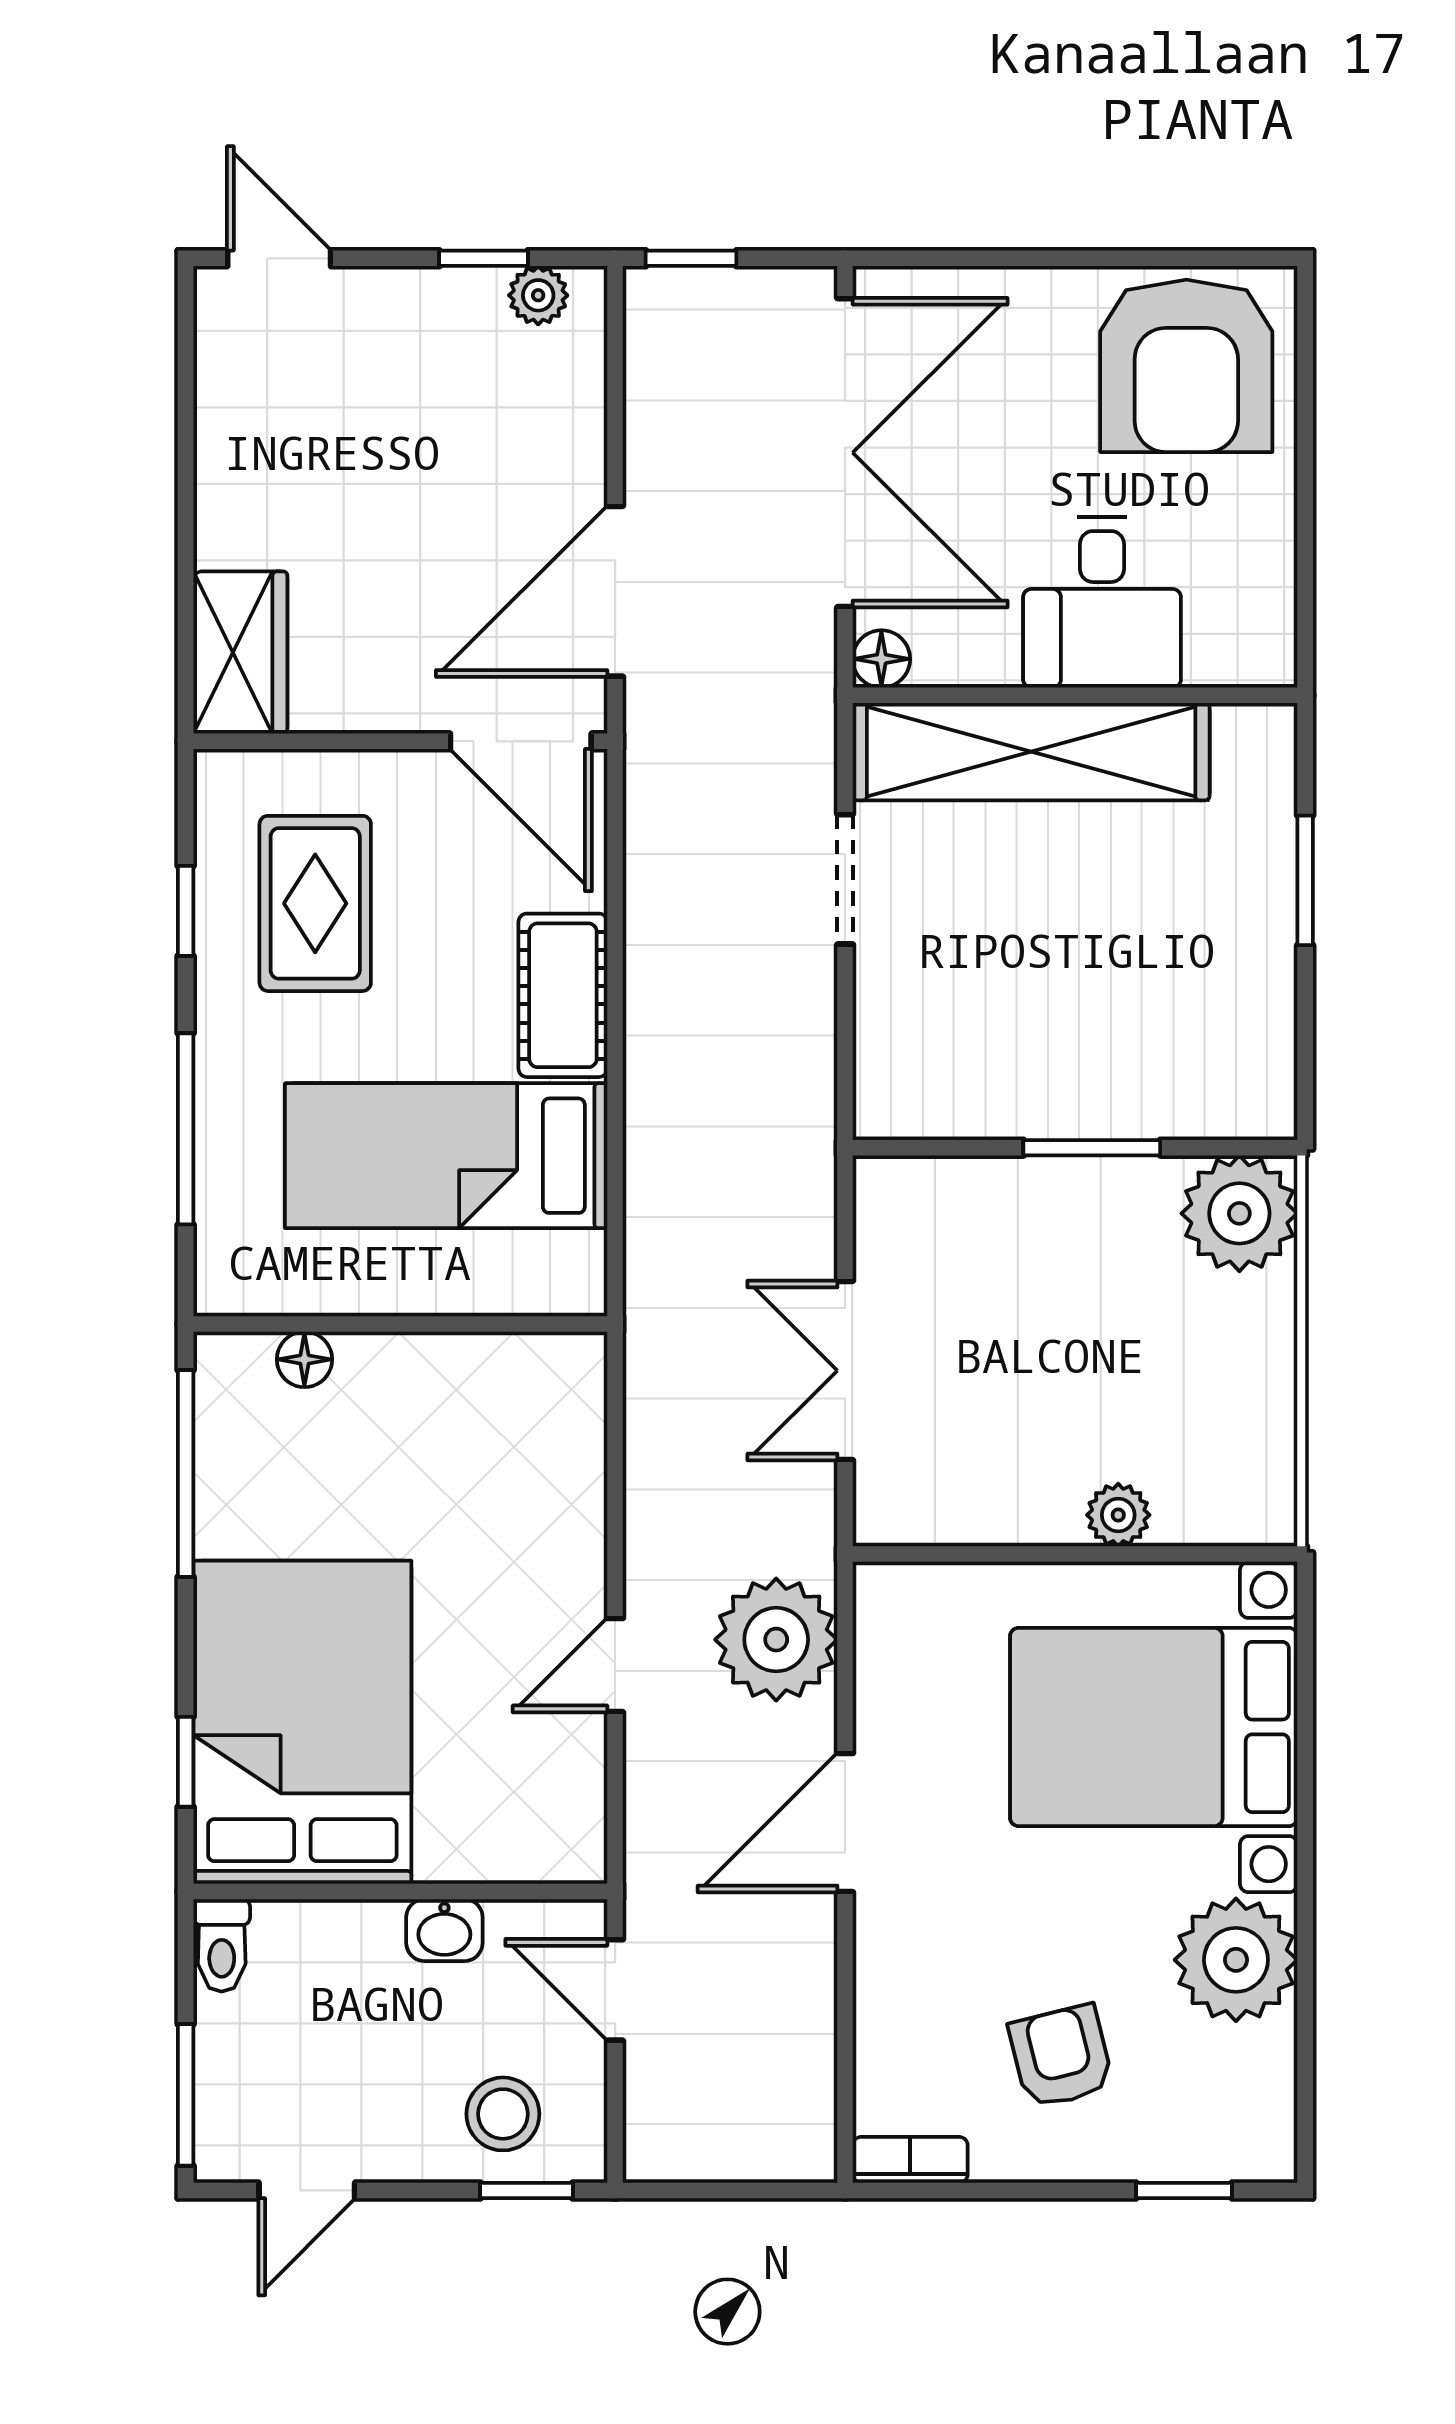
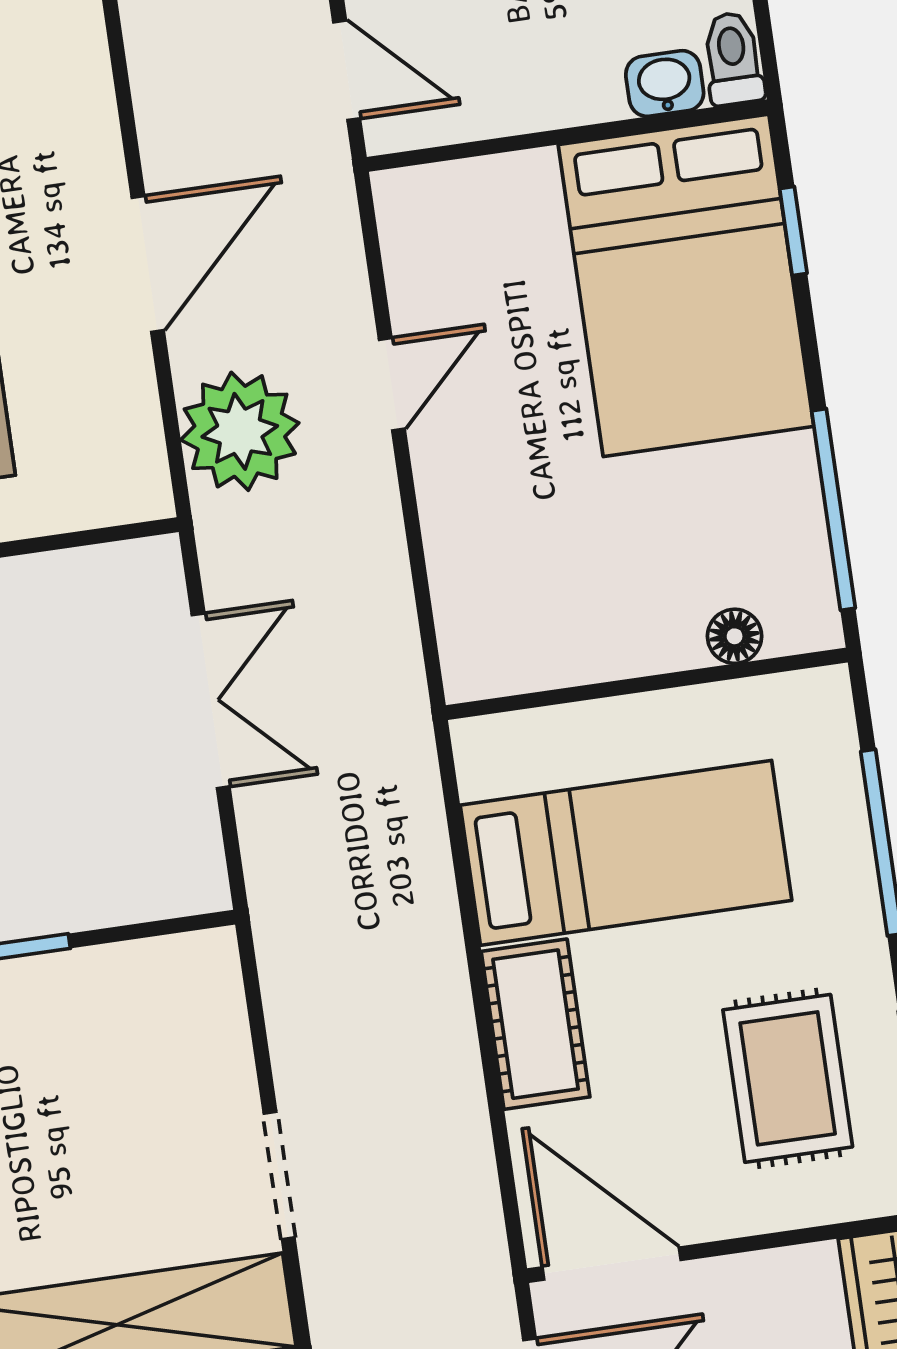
washbasin: (444, 1930) -> (665, 84), moved

